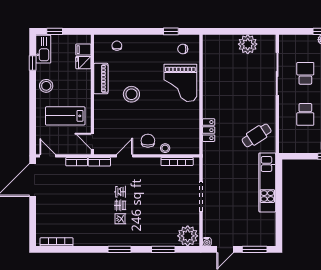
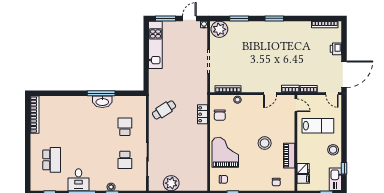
chair: (148, 141) -> (220, 115), moved
kitchen unit: (267, 182) -> (155, 45), moved
printer: (43, 211) -> (336, 49), added

